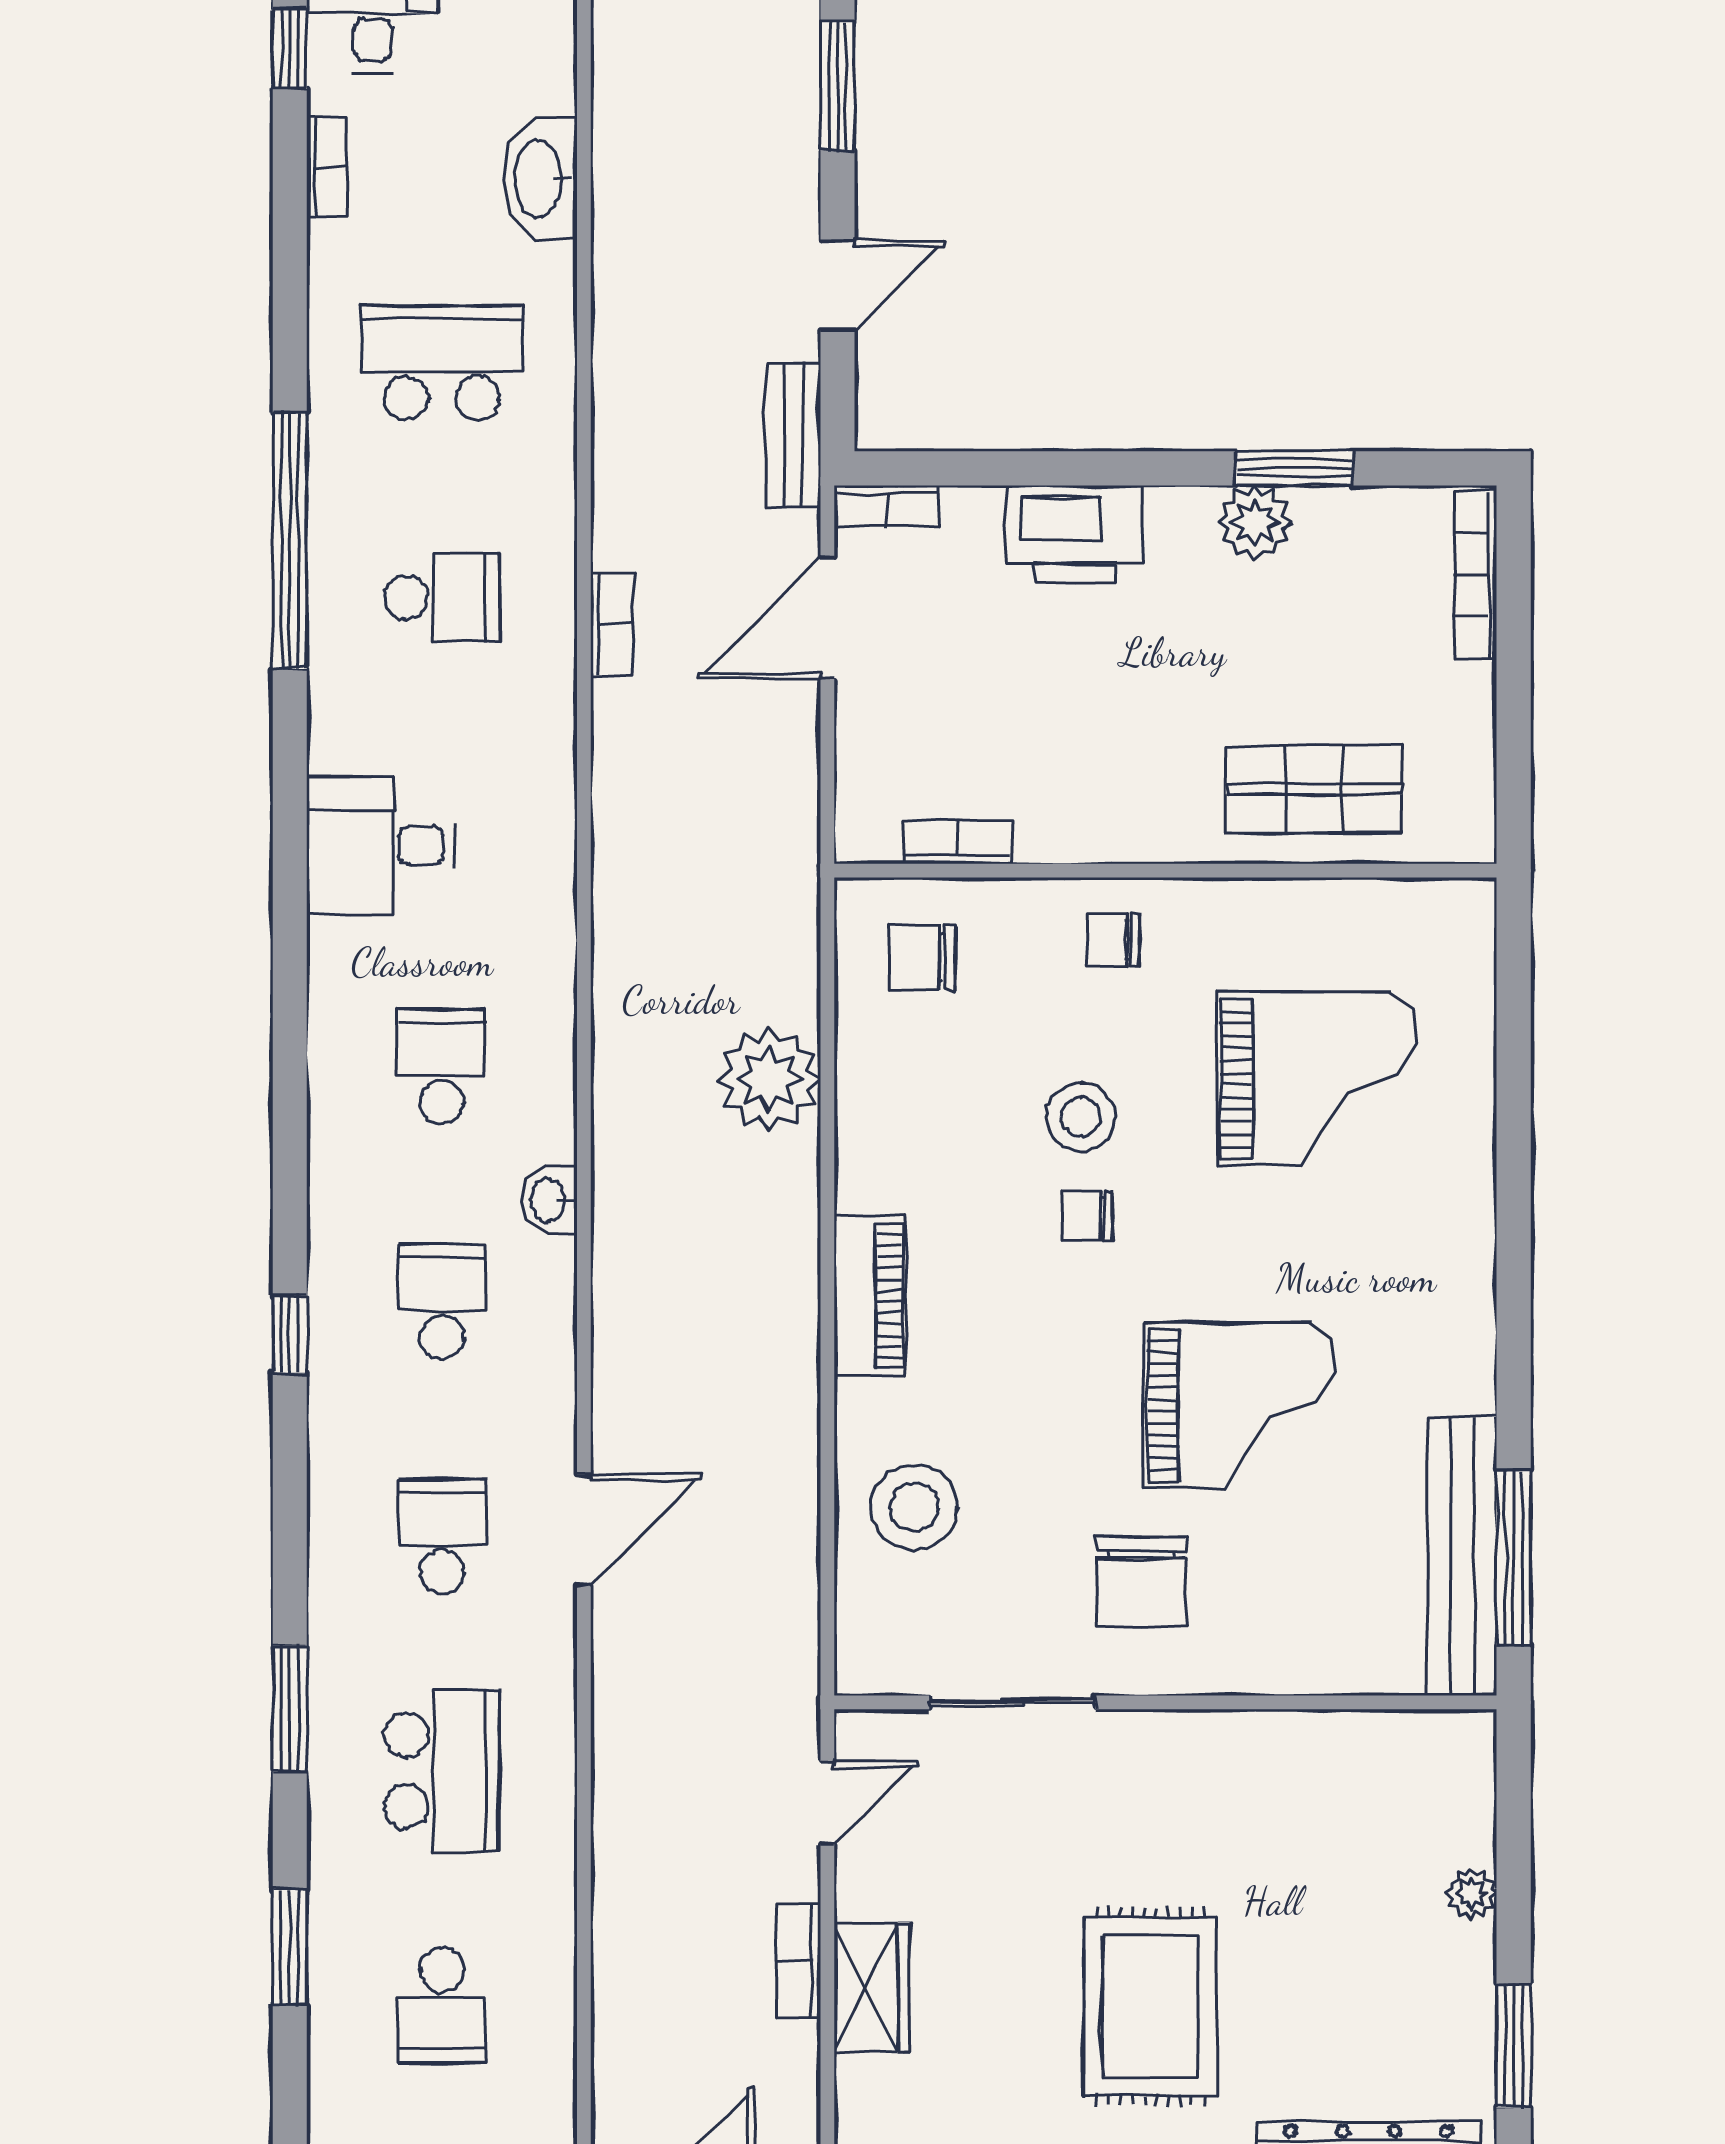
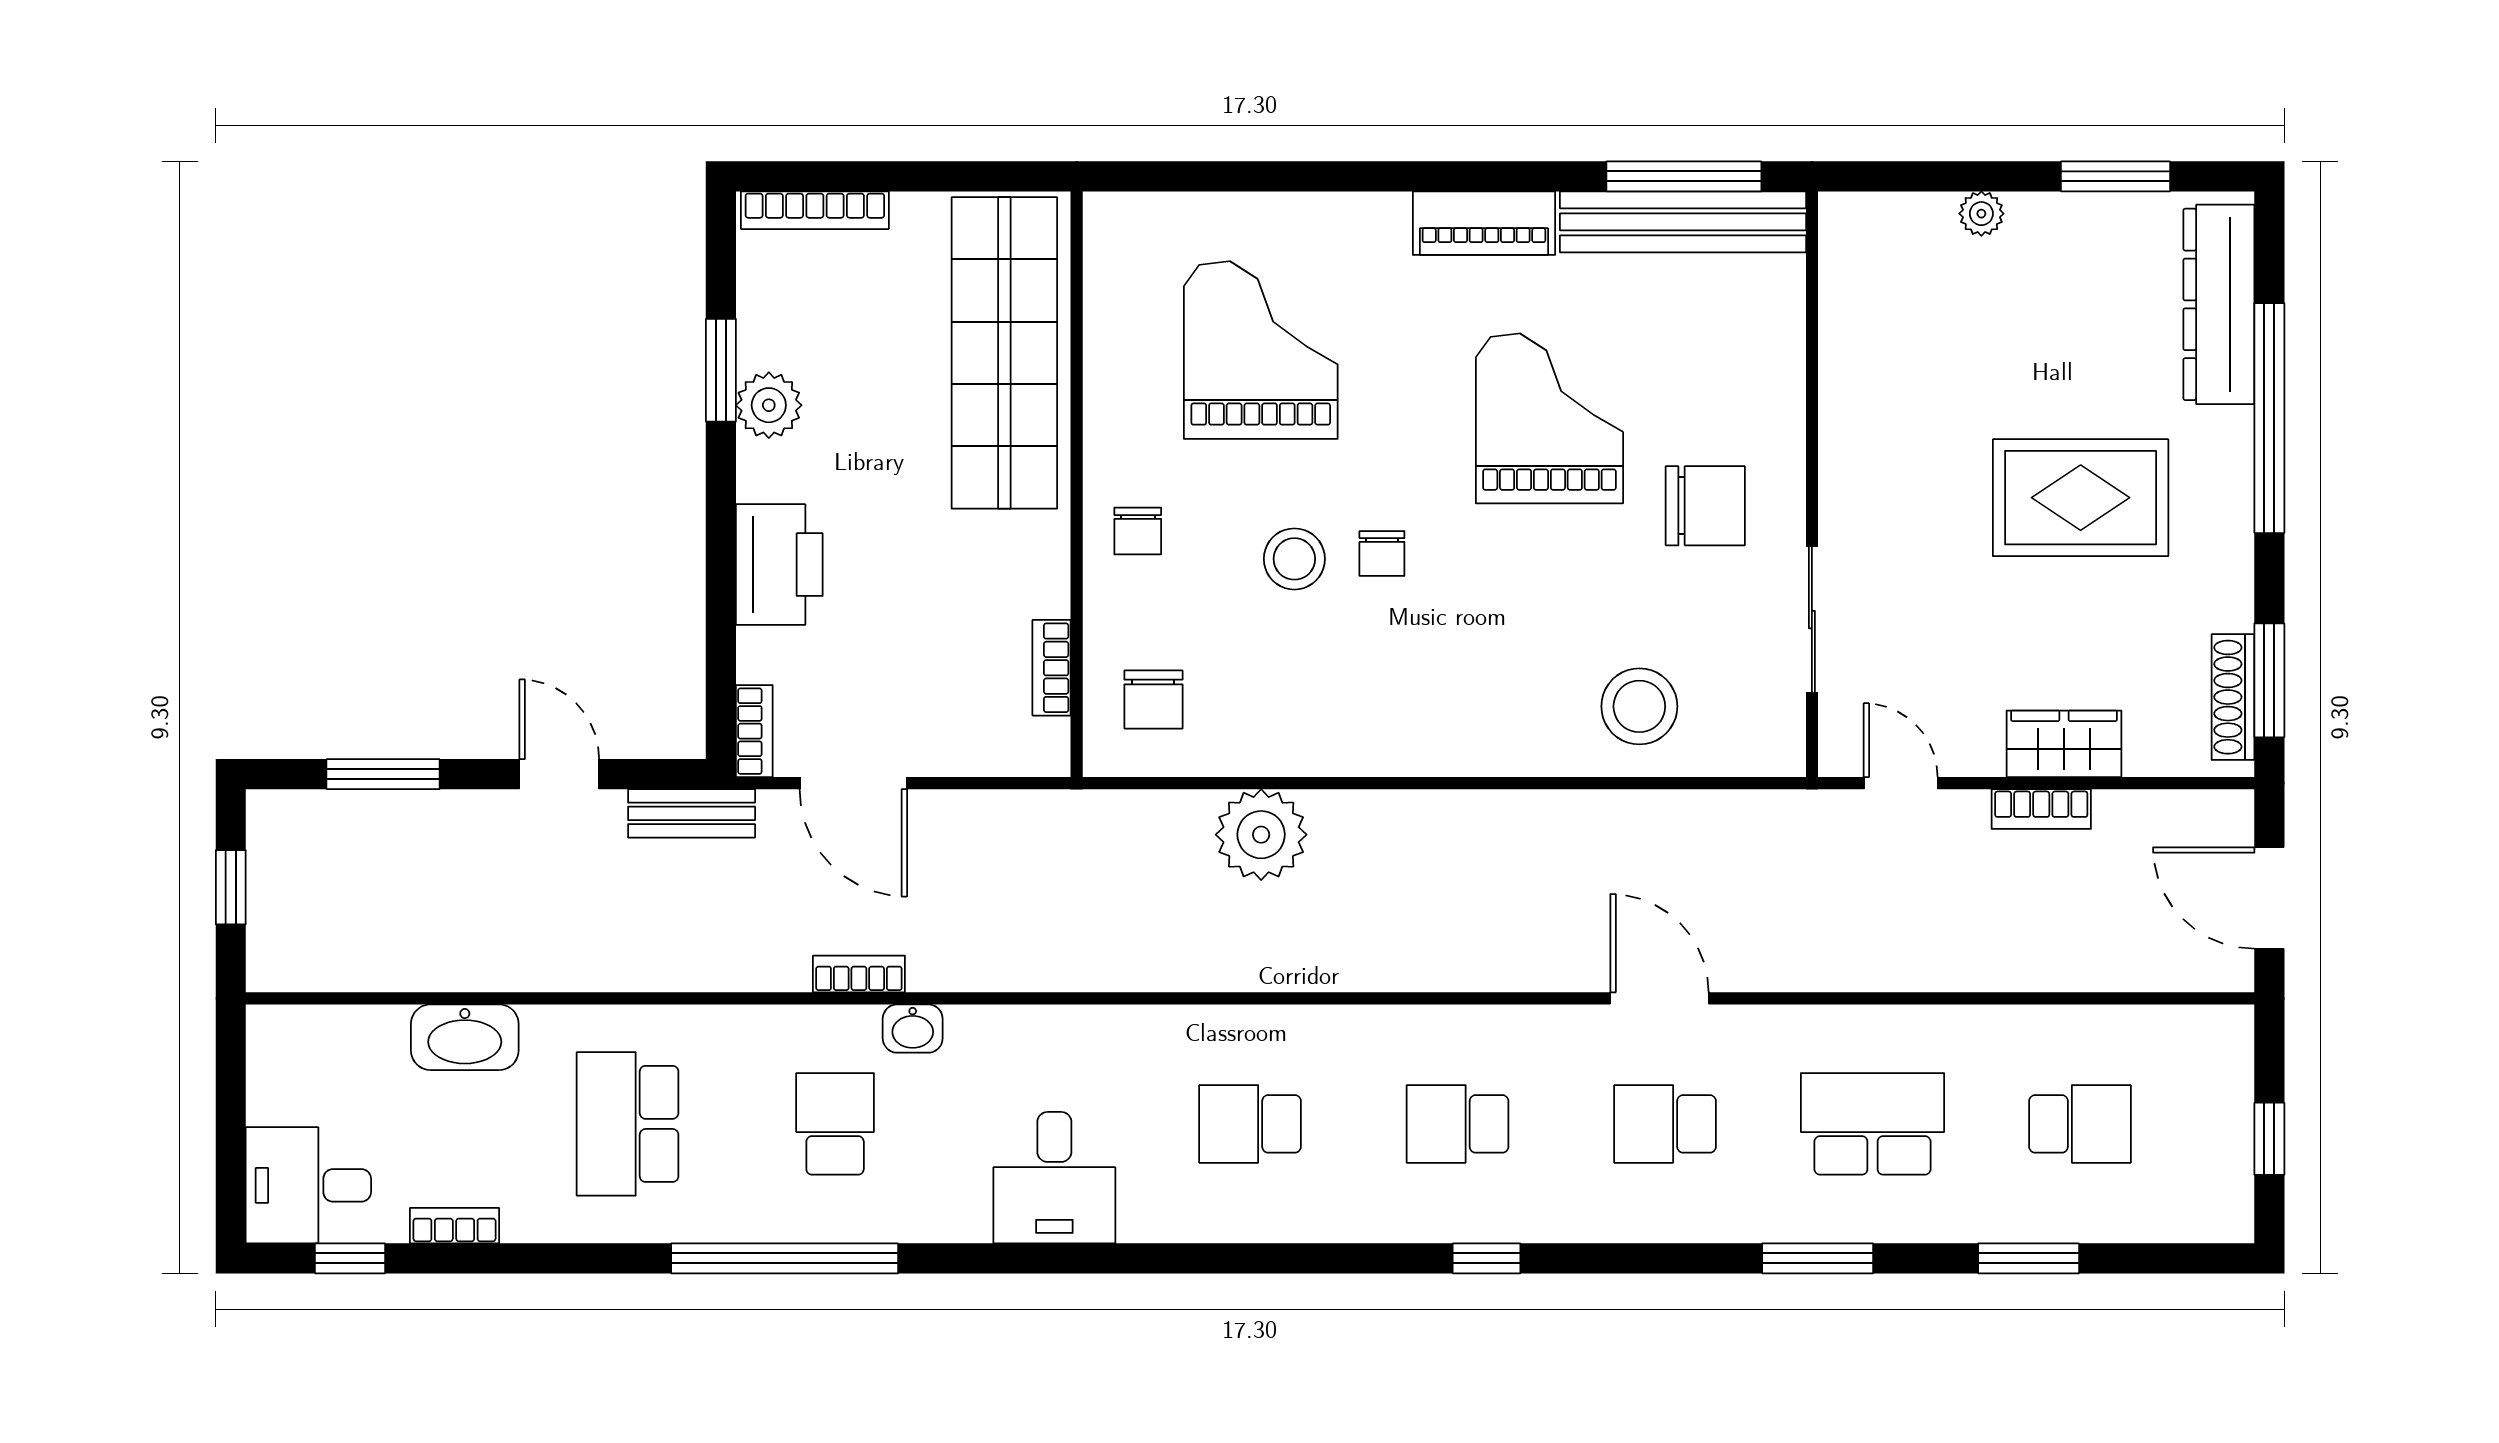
shop shelf: (1314, 789) -> (1004, 353), width x2.00, depth x1.36
washbasin: (550, 1200) -> (913, 1029), moved
piano: (870, 1296) -> (1484, 223), moved, turned 180

